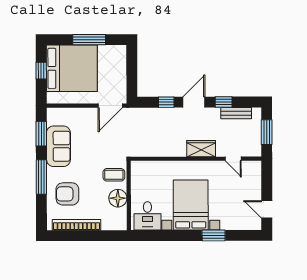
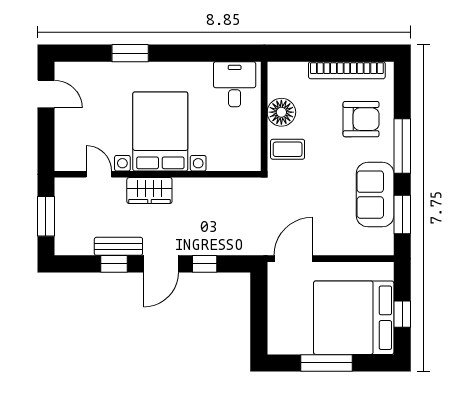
bench: (236, 113) -> (118, 246), moved
bed with nightstands: (191, 205) -> (160, 131), moved, turned 180

